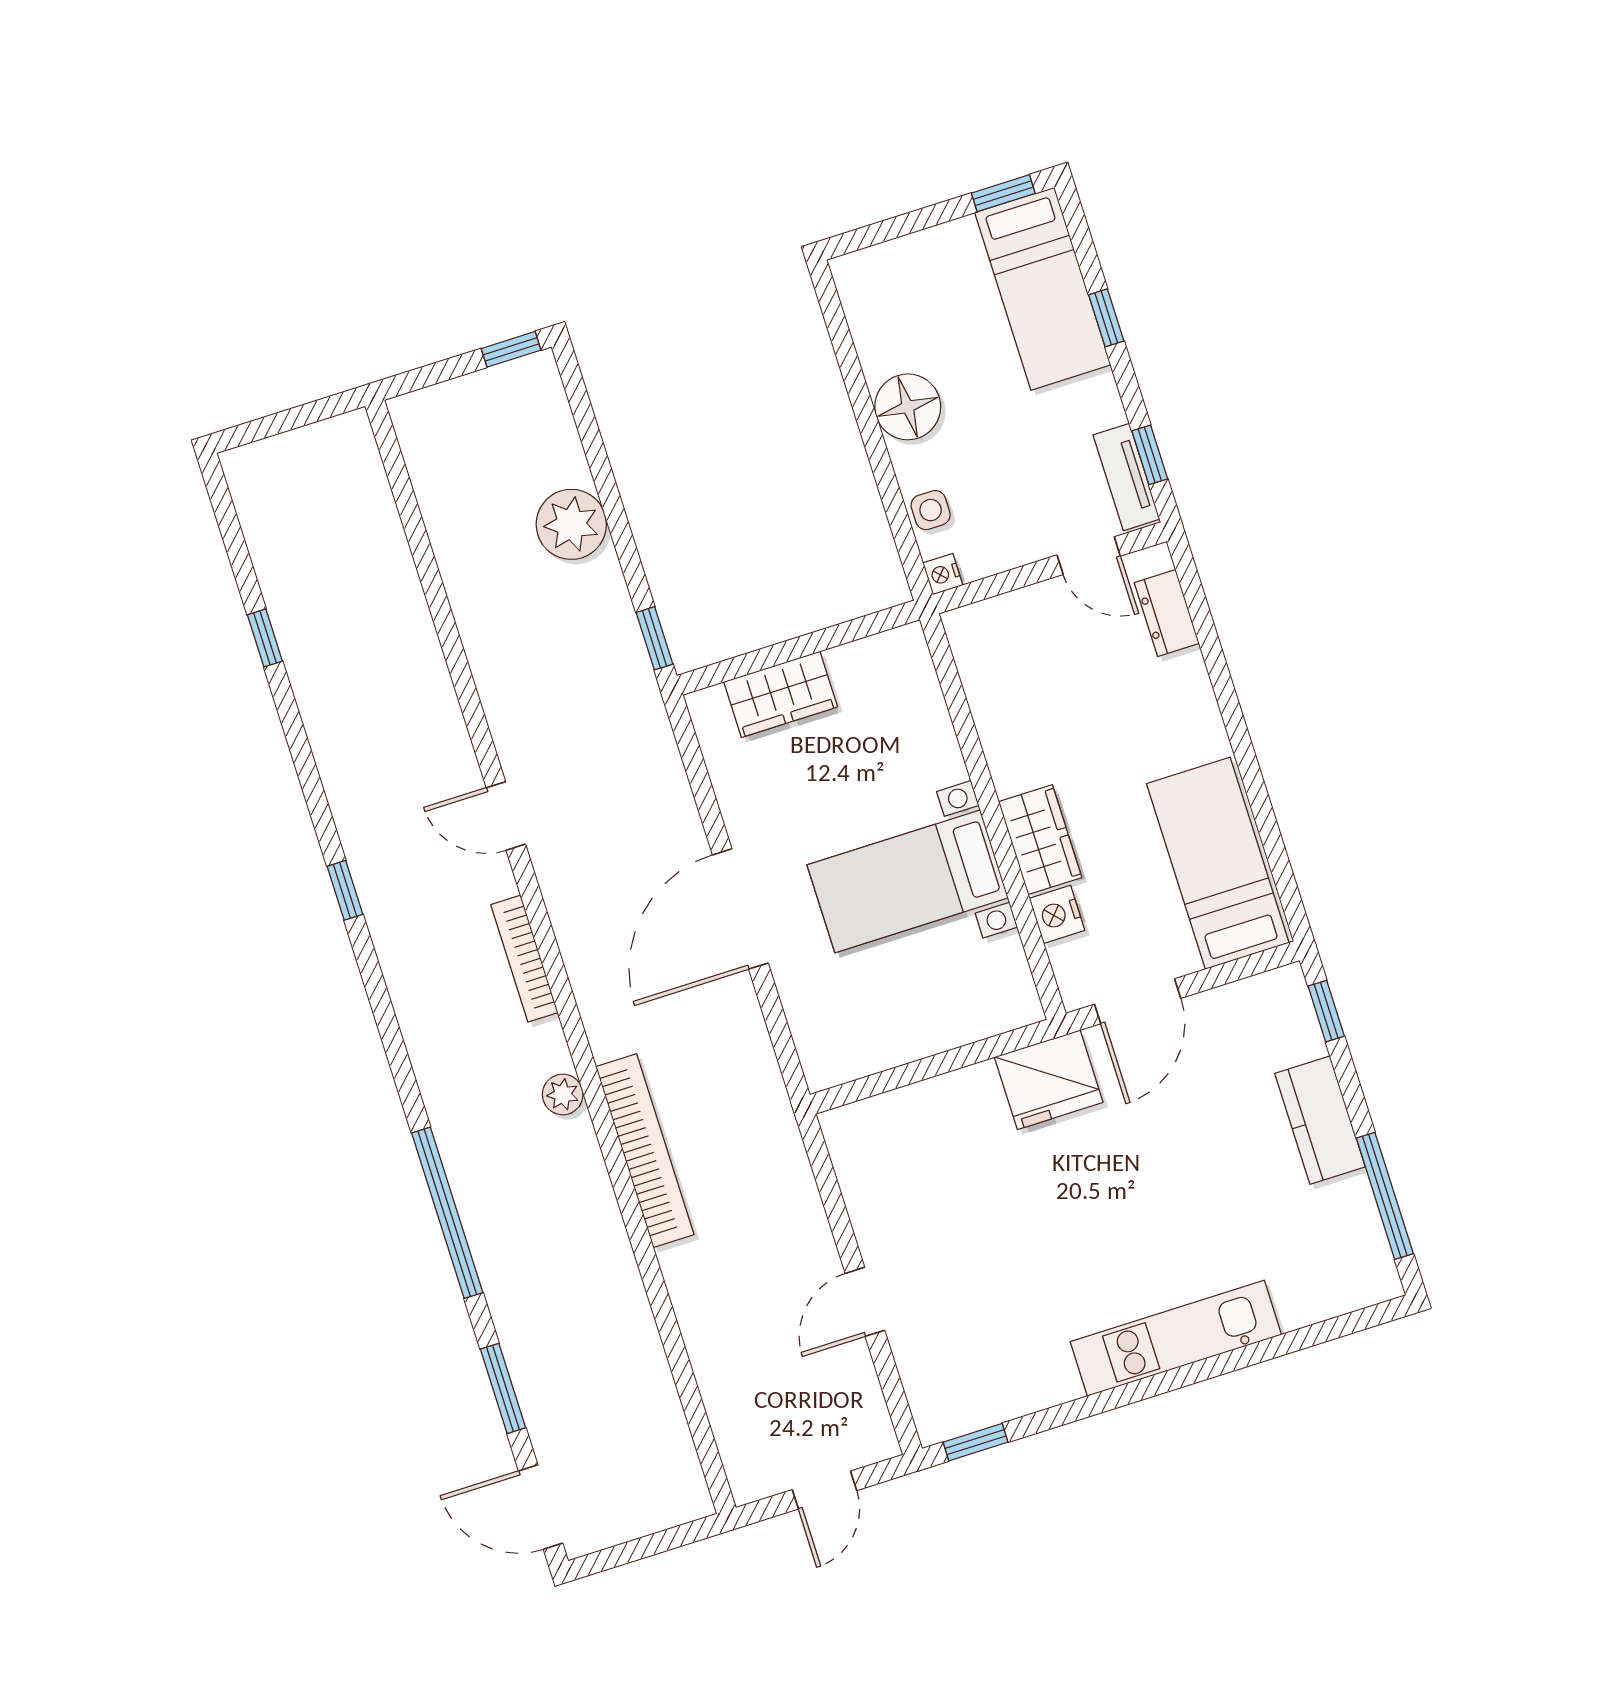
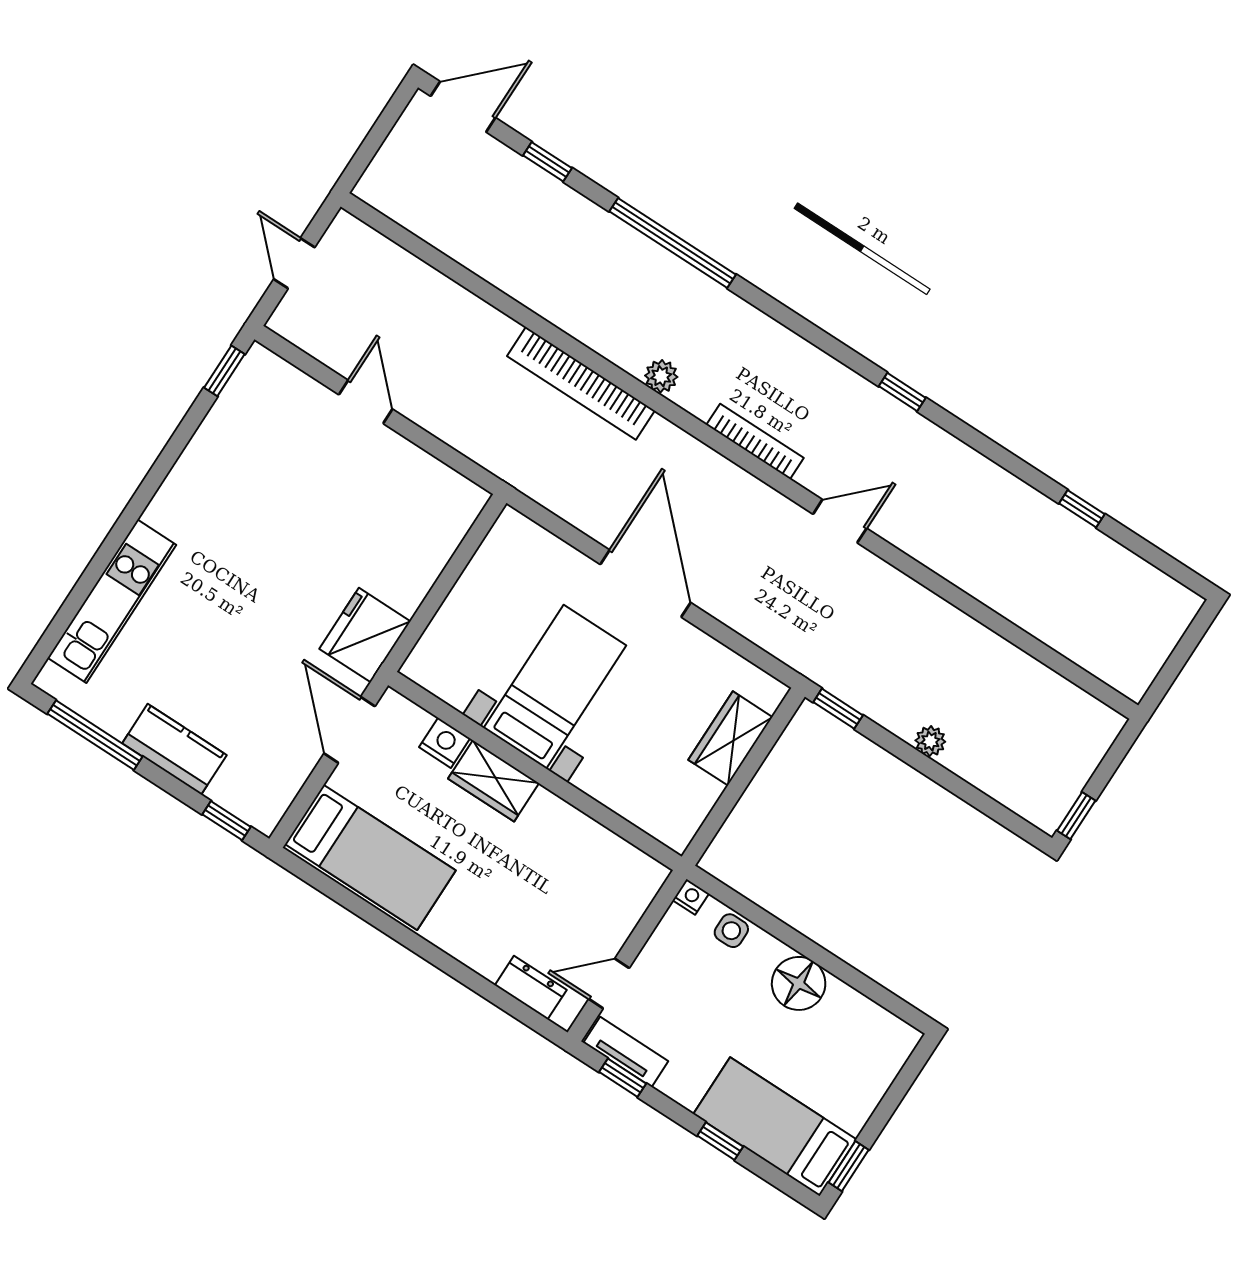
plant: (571, 524) -> (930, 741), width x0.53, depth x0.53
kitchen unit: (1176, 1338) -> (112, 601), moved
window: (503, 1388) -> (547, 162), width x0.67

